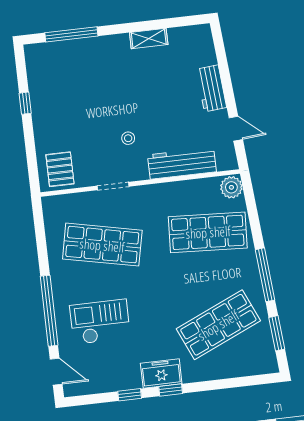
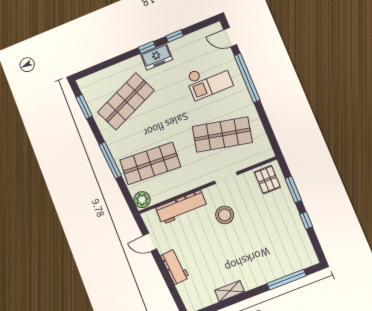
stool: (128, 138) -> (225, 215), width x1.89, depth x1.89
window: (30, 148) -> (293, 189), added
window: (265, 275) -> (110, 160), moved

